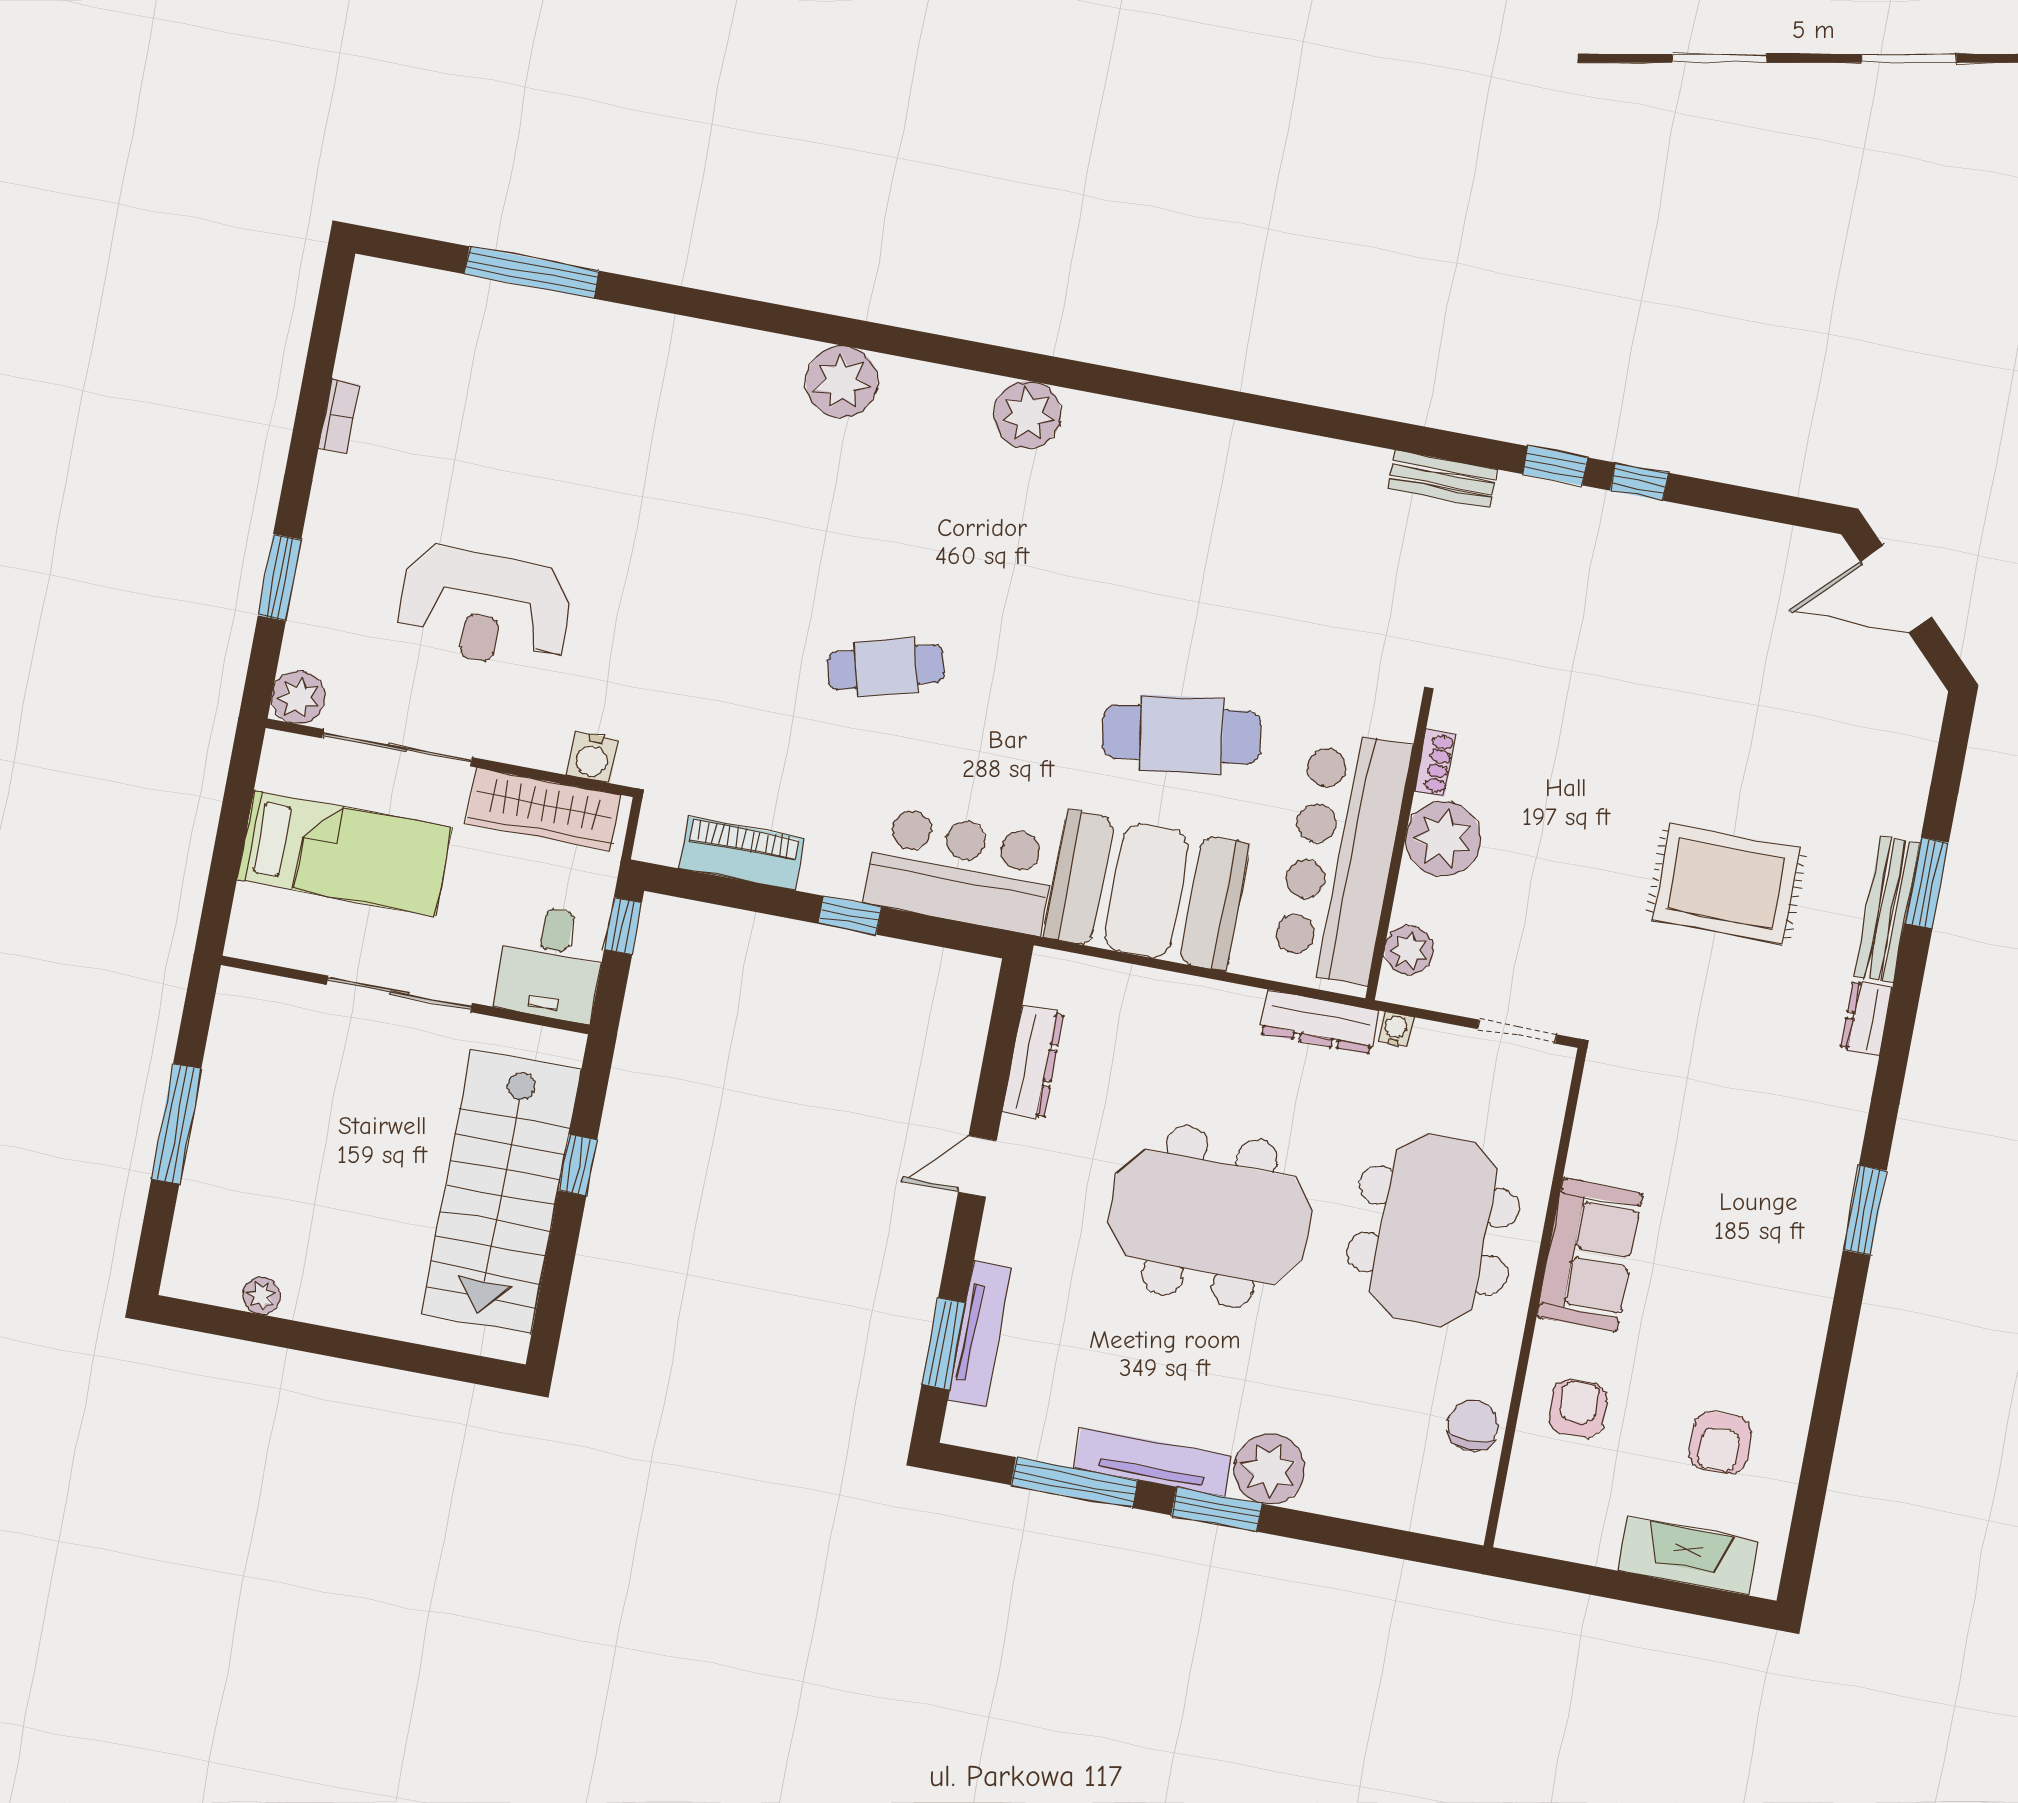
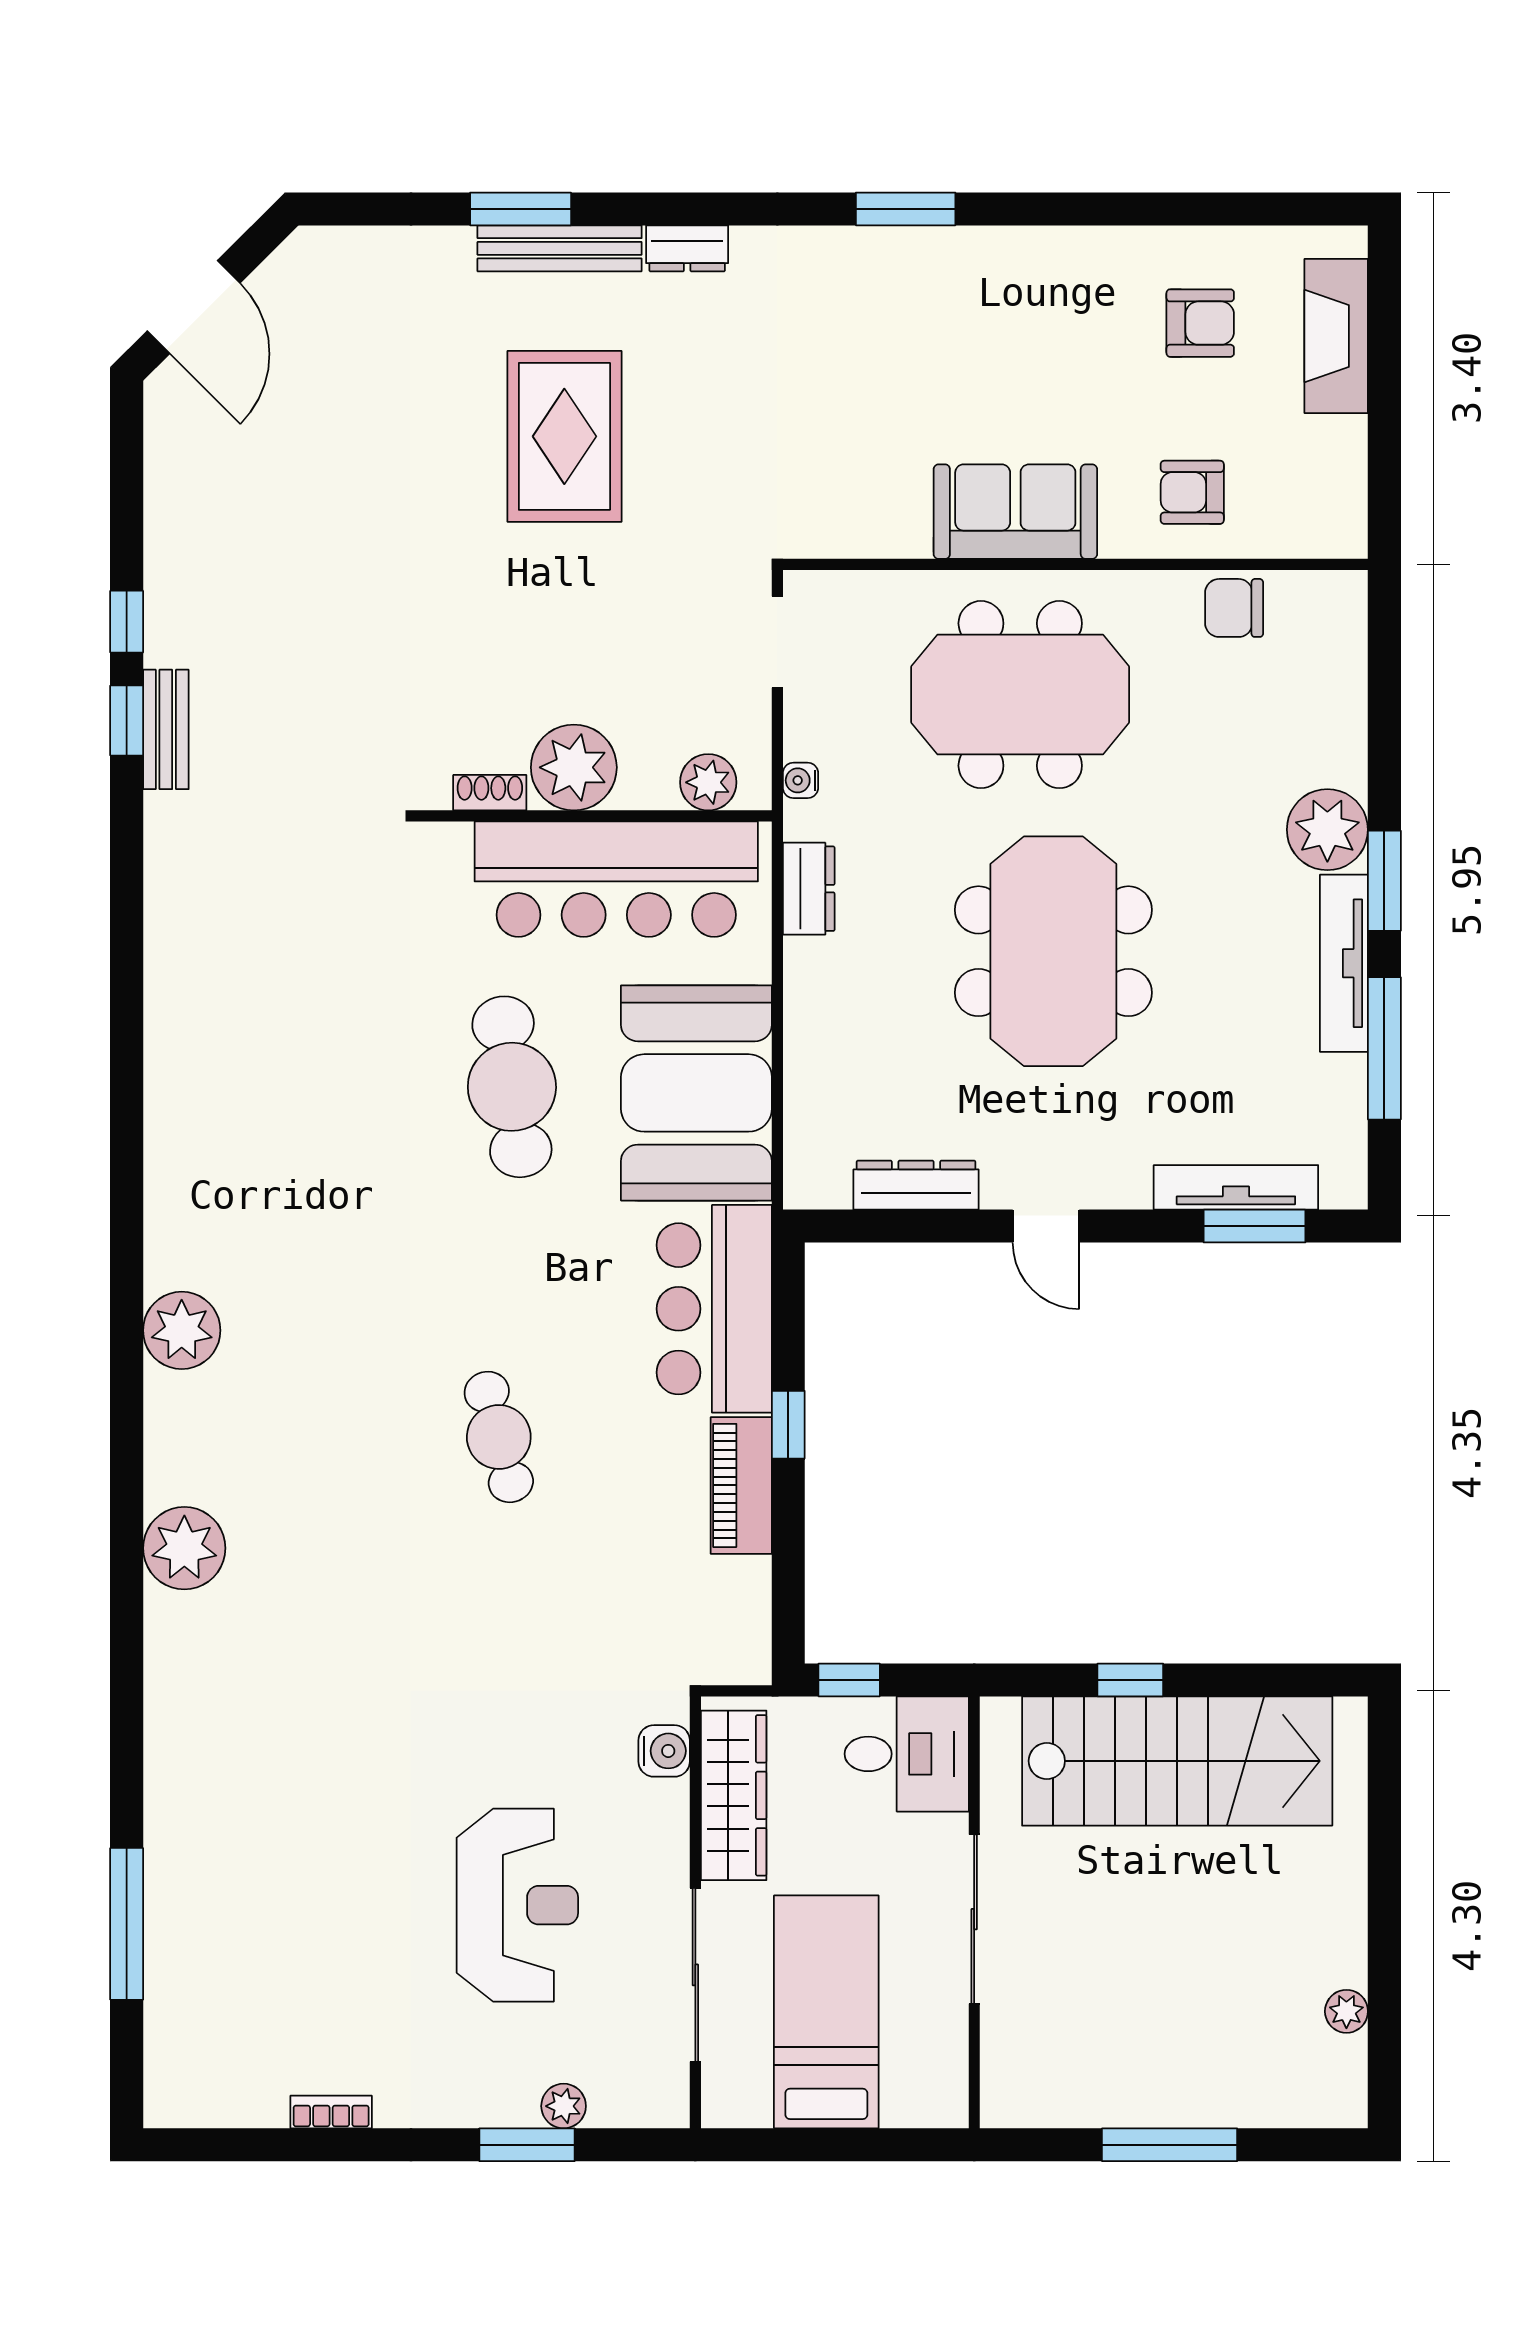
bench: (1442, 479) -> (166, 729), moved
plant: (298, 697) -> (564, 2106), moved, width x0.73, depth x0.73
piano: (741, 853) -> (741, 1485), moved
dresser: (1319, 1022) -> (809, 889), width x0.70

